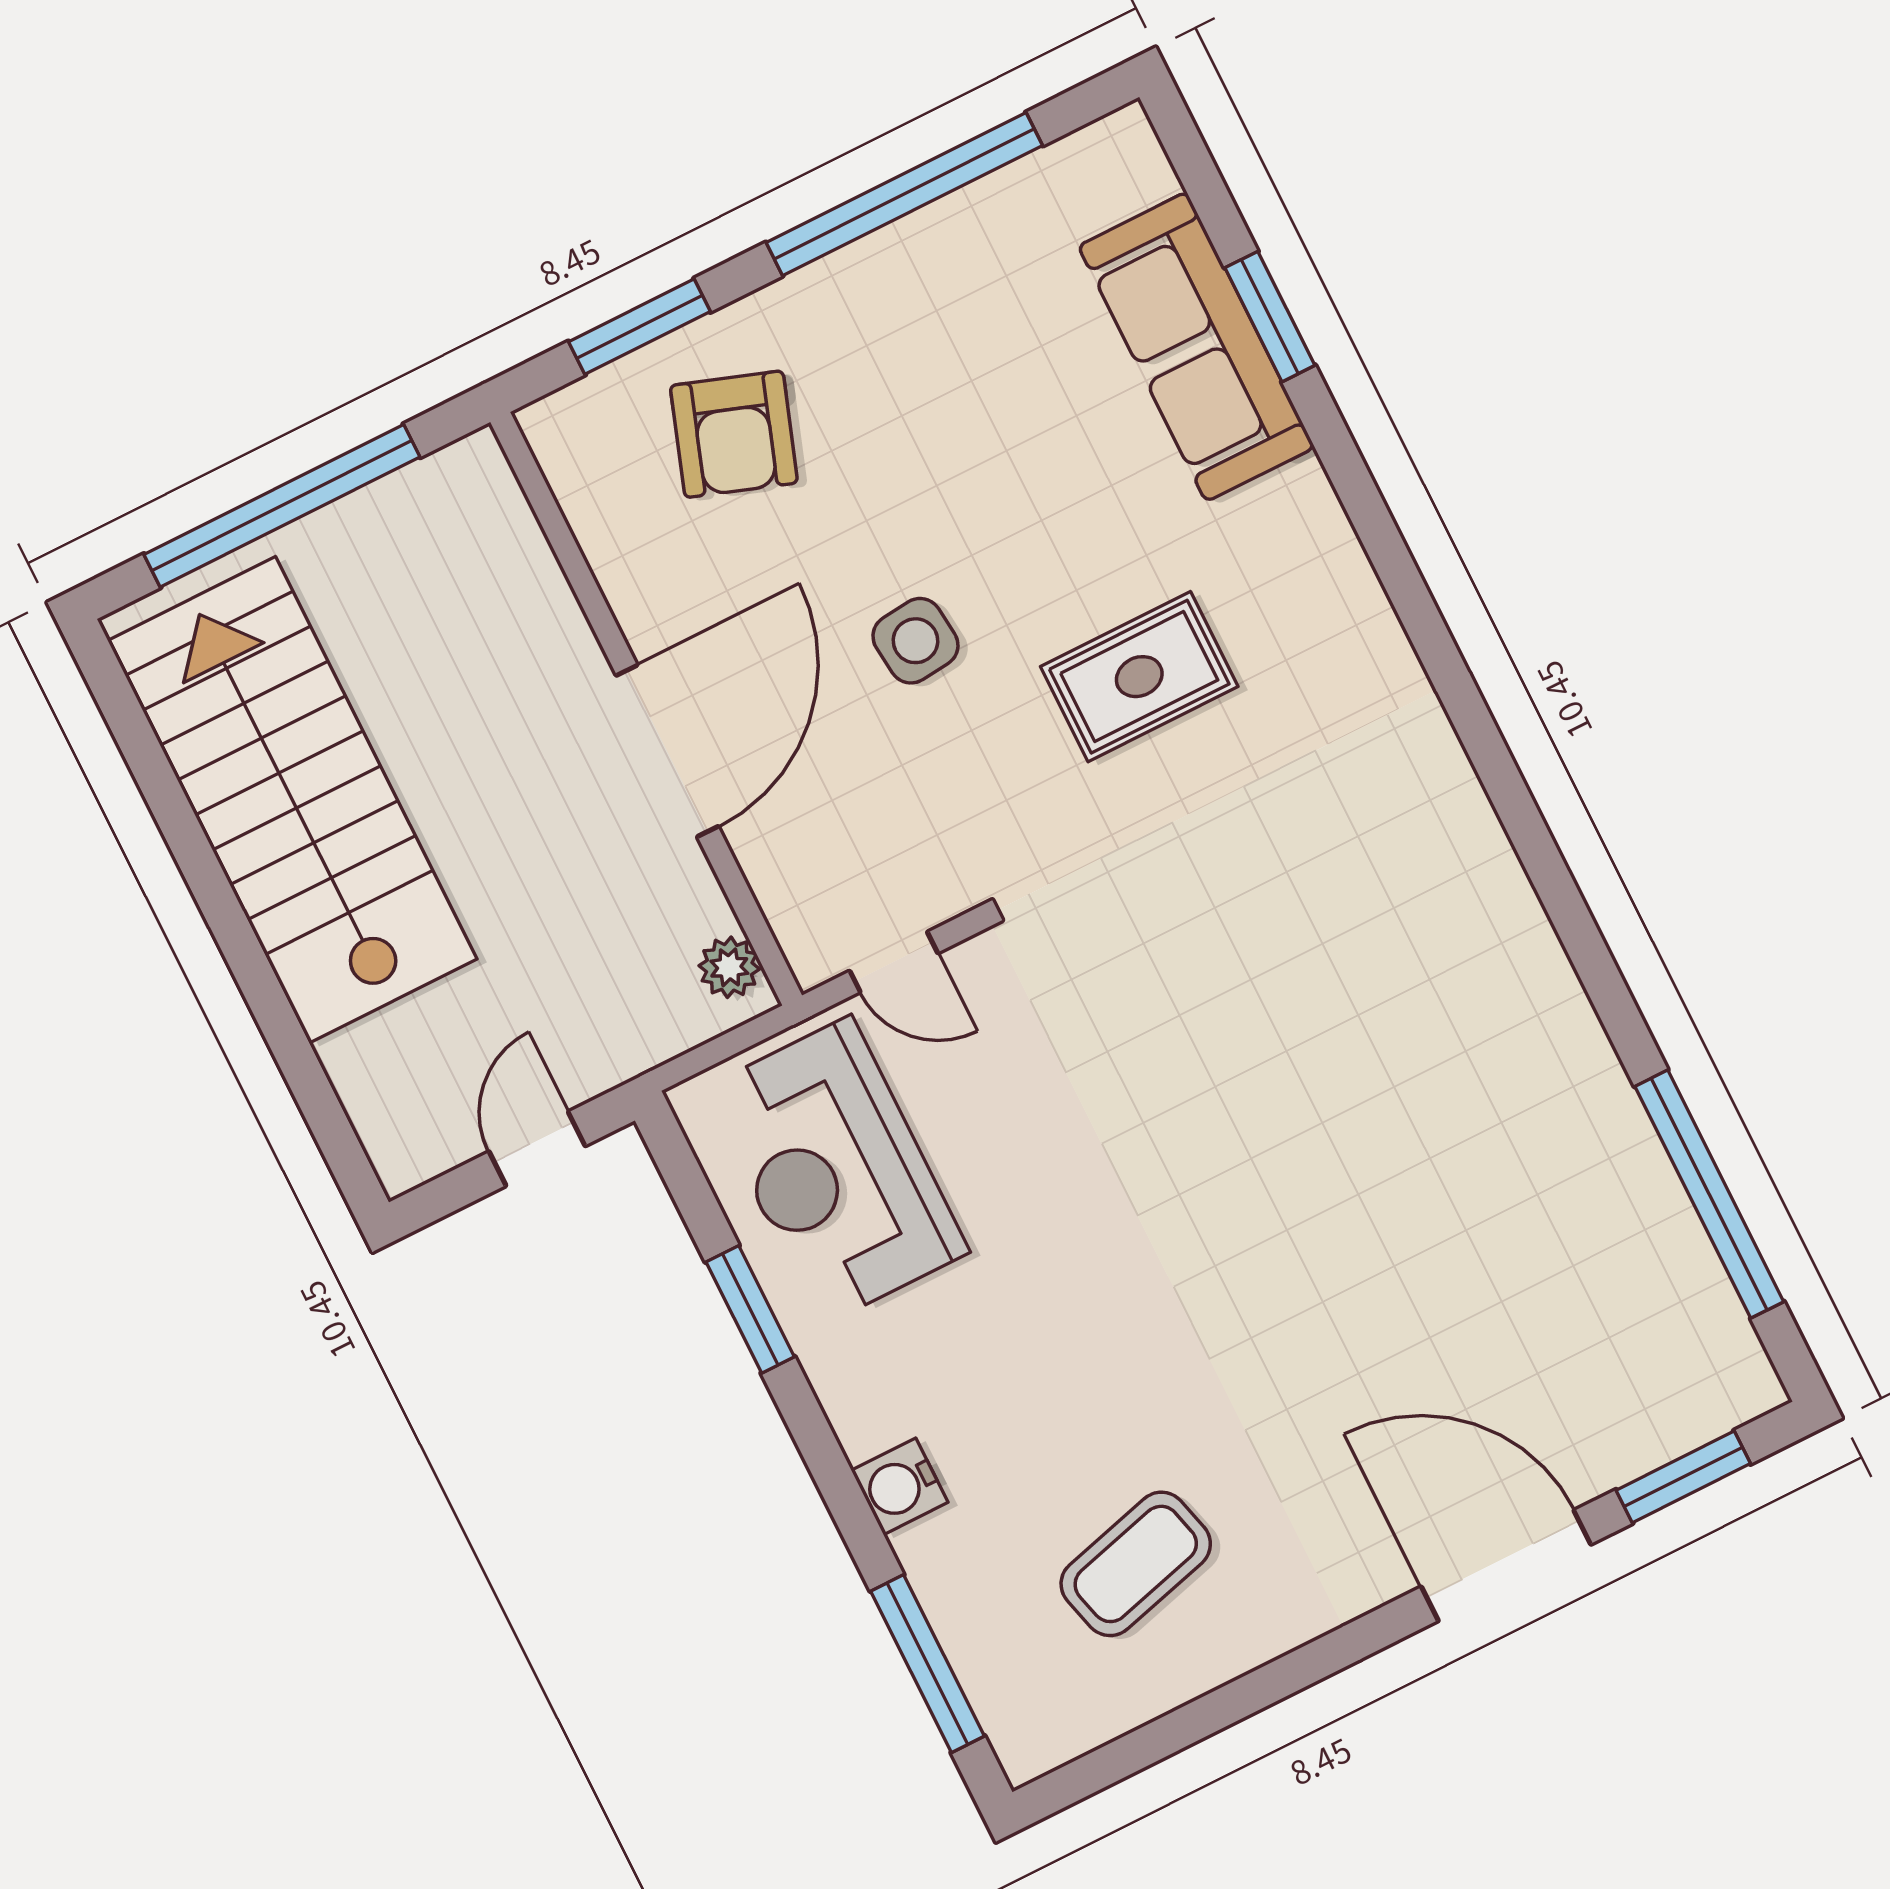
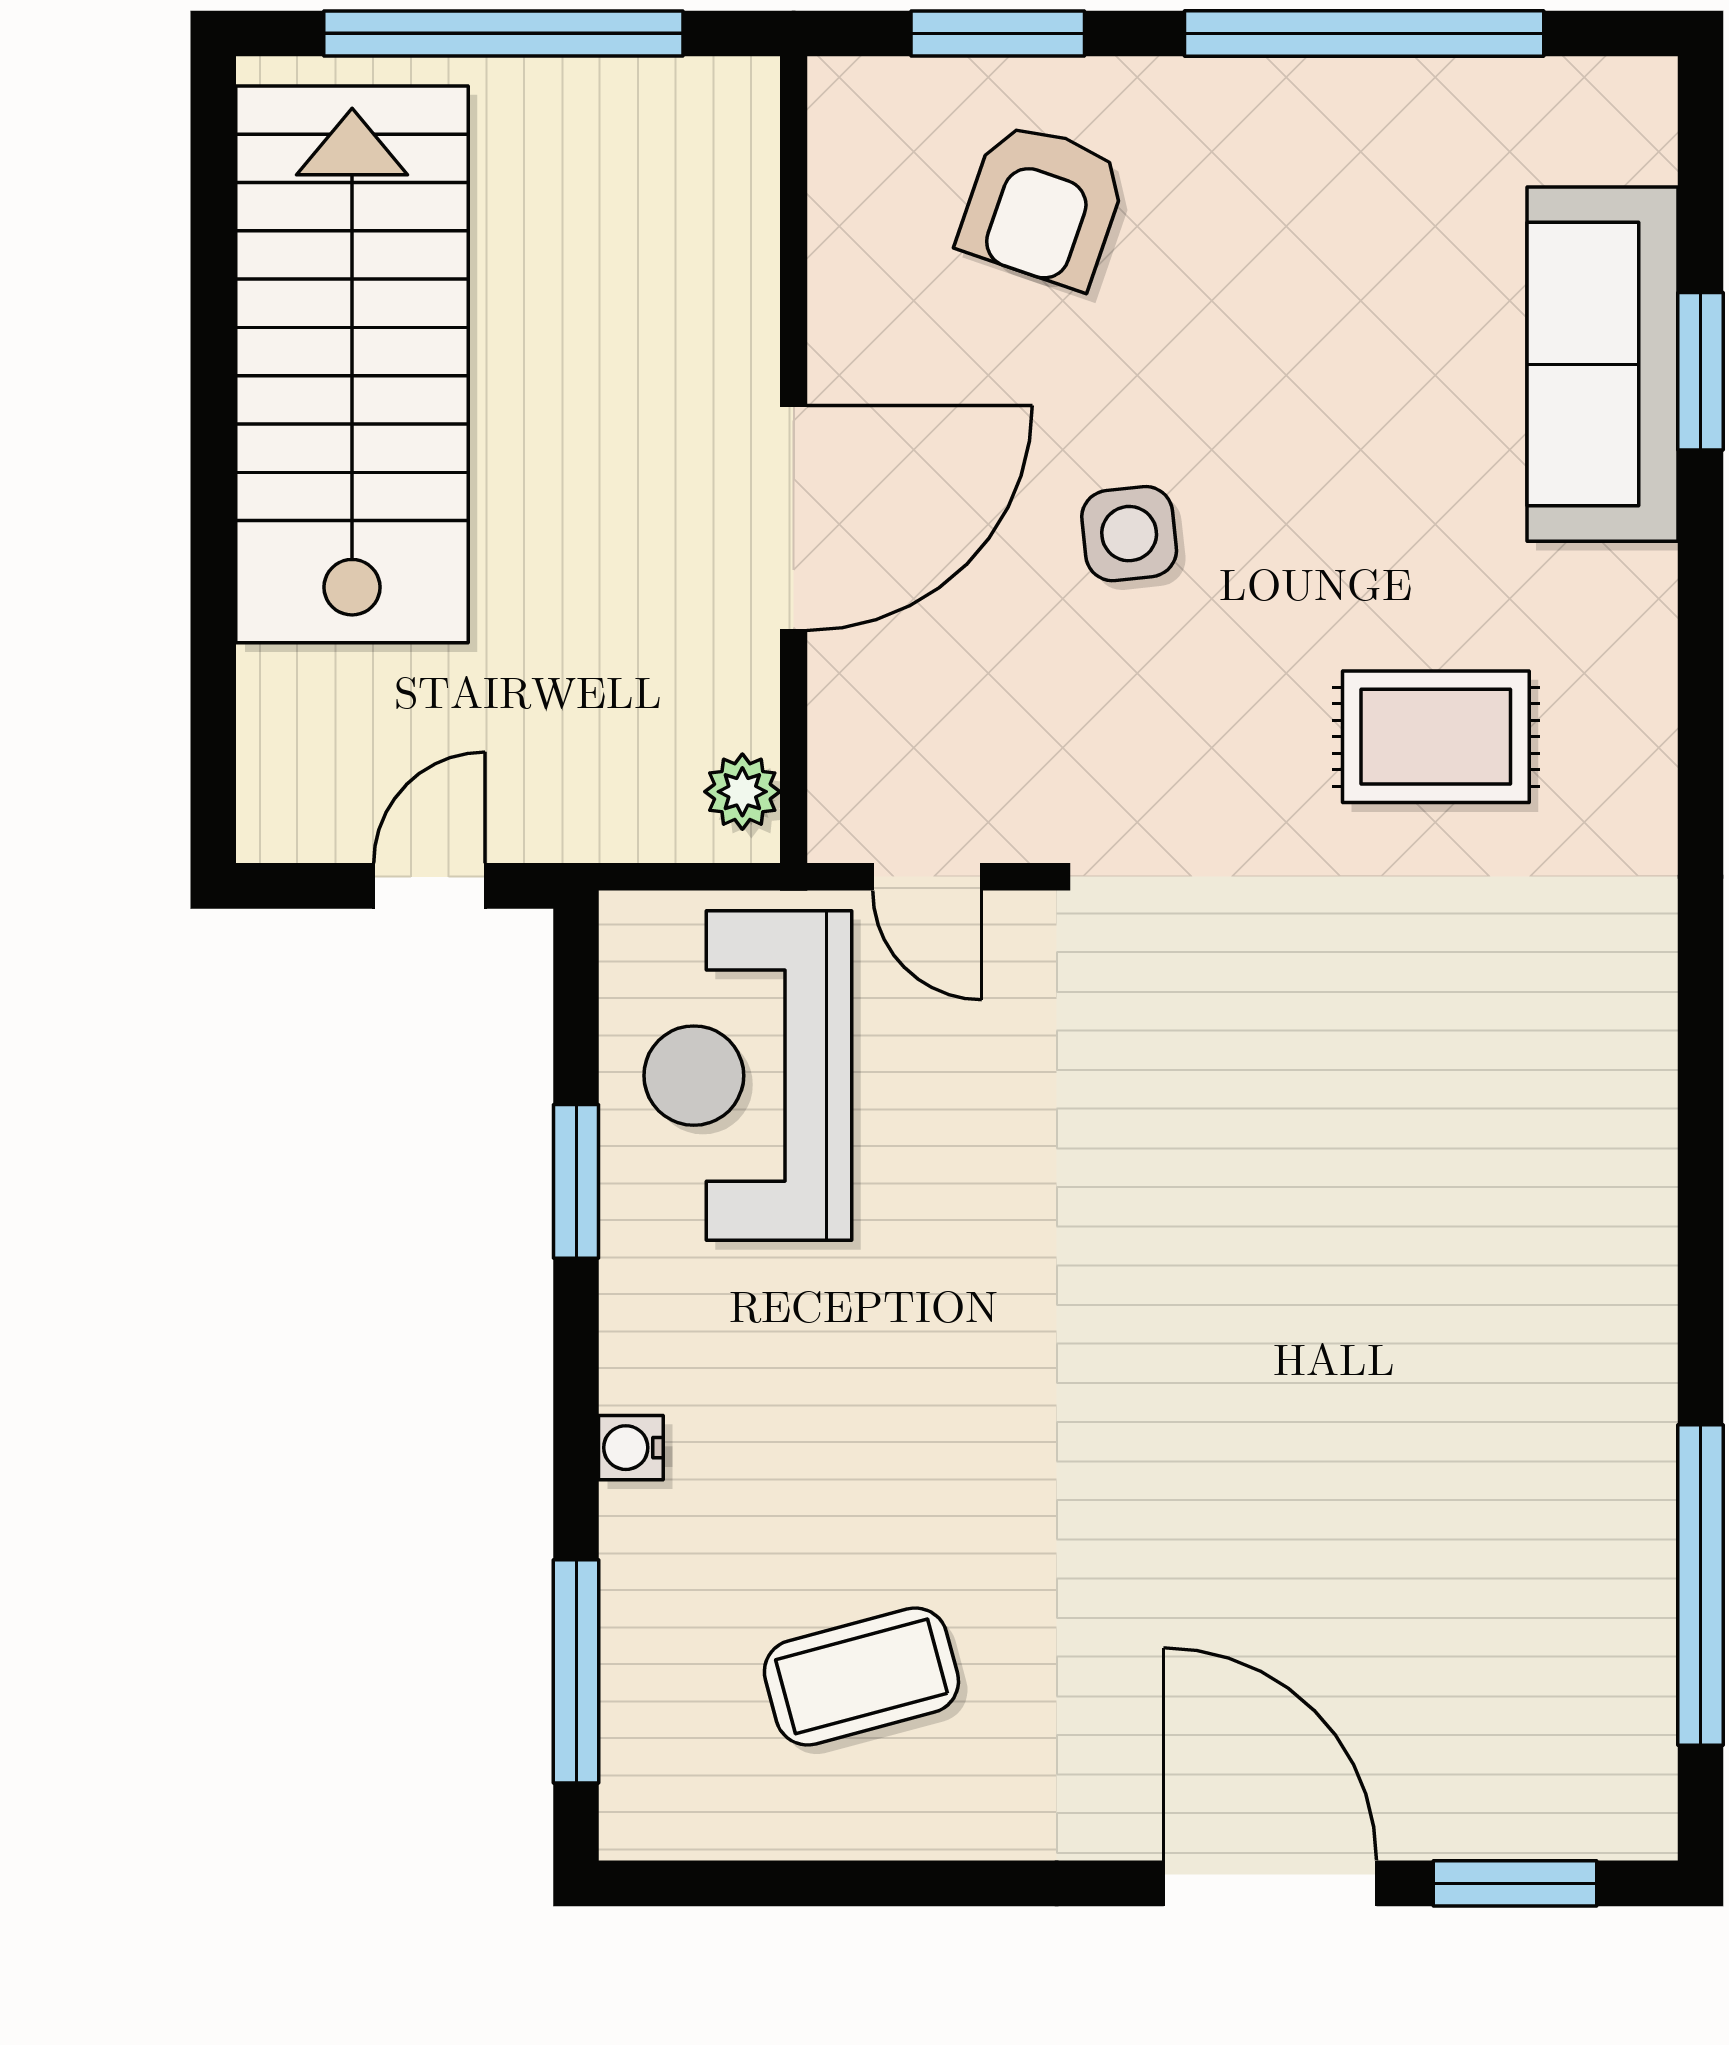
rug: (1139, 677) -> (1436, 737), moved
water cooler: (900, 1486) -> (631, 1448), width x0.72, depth x0.72

